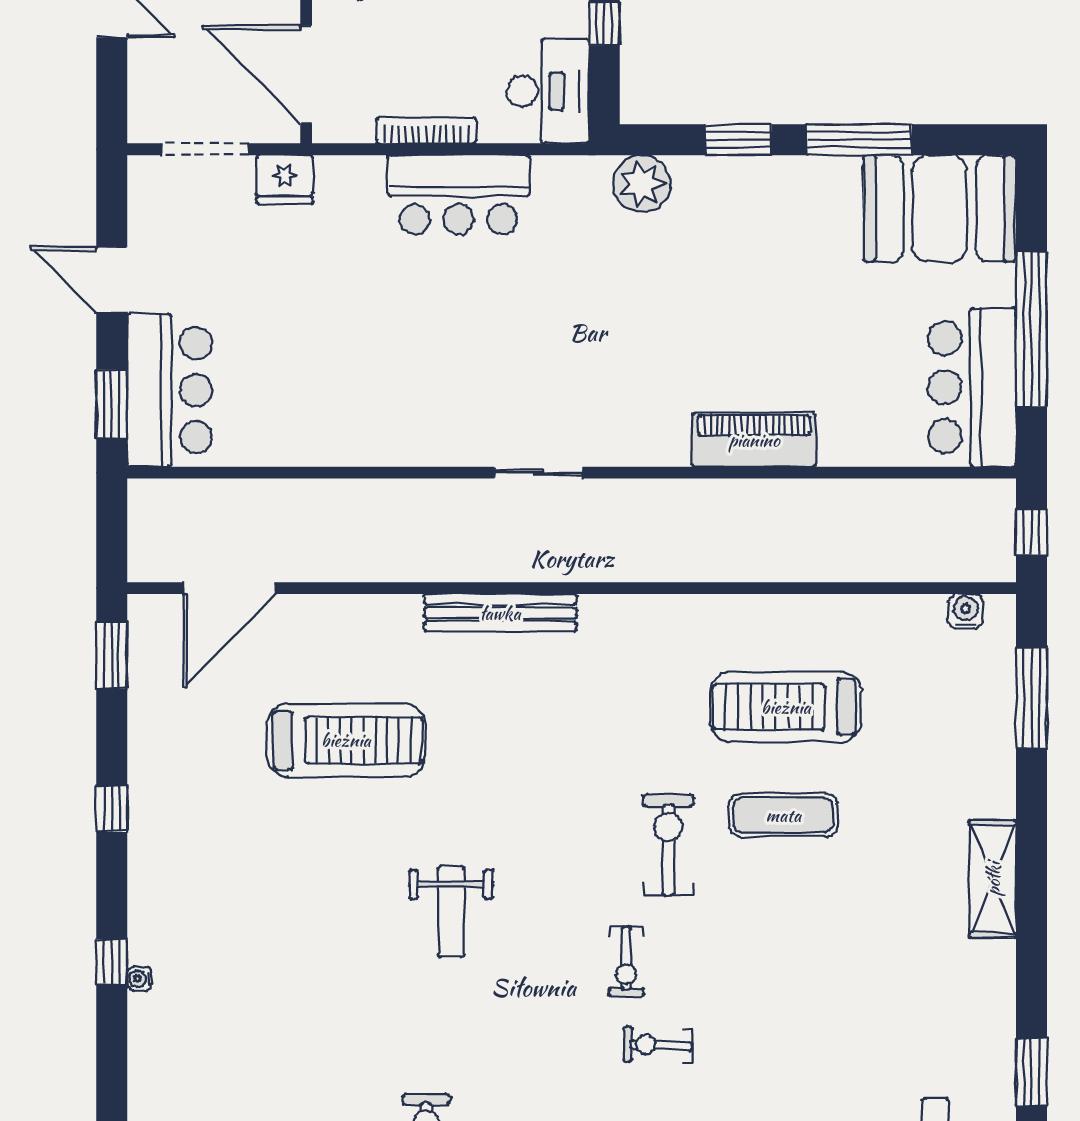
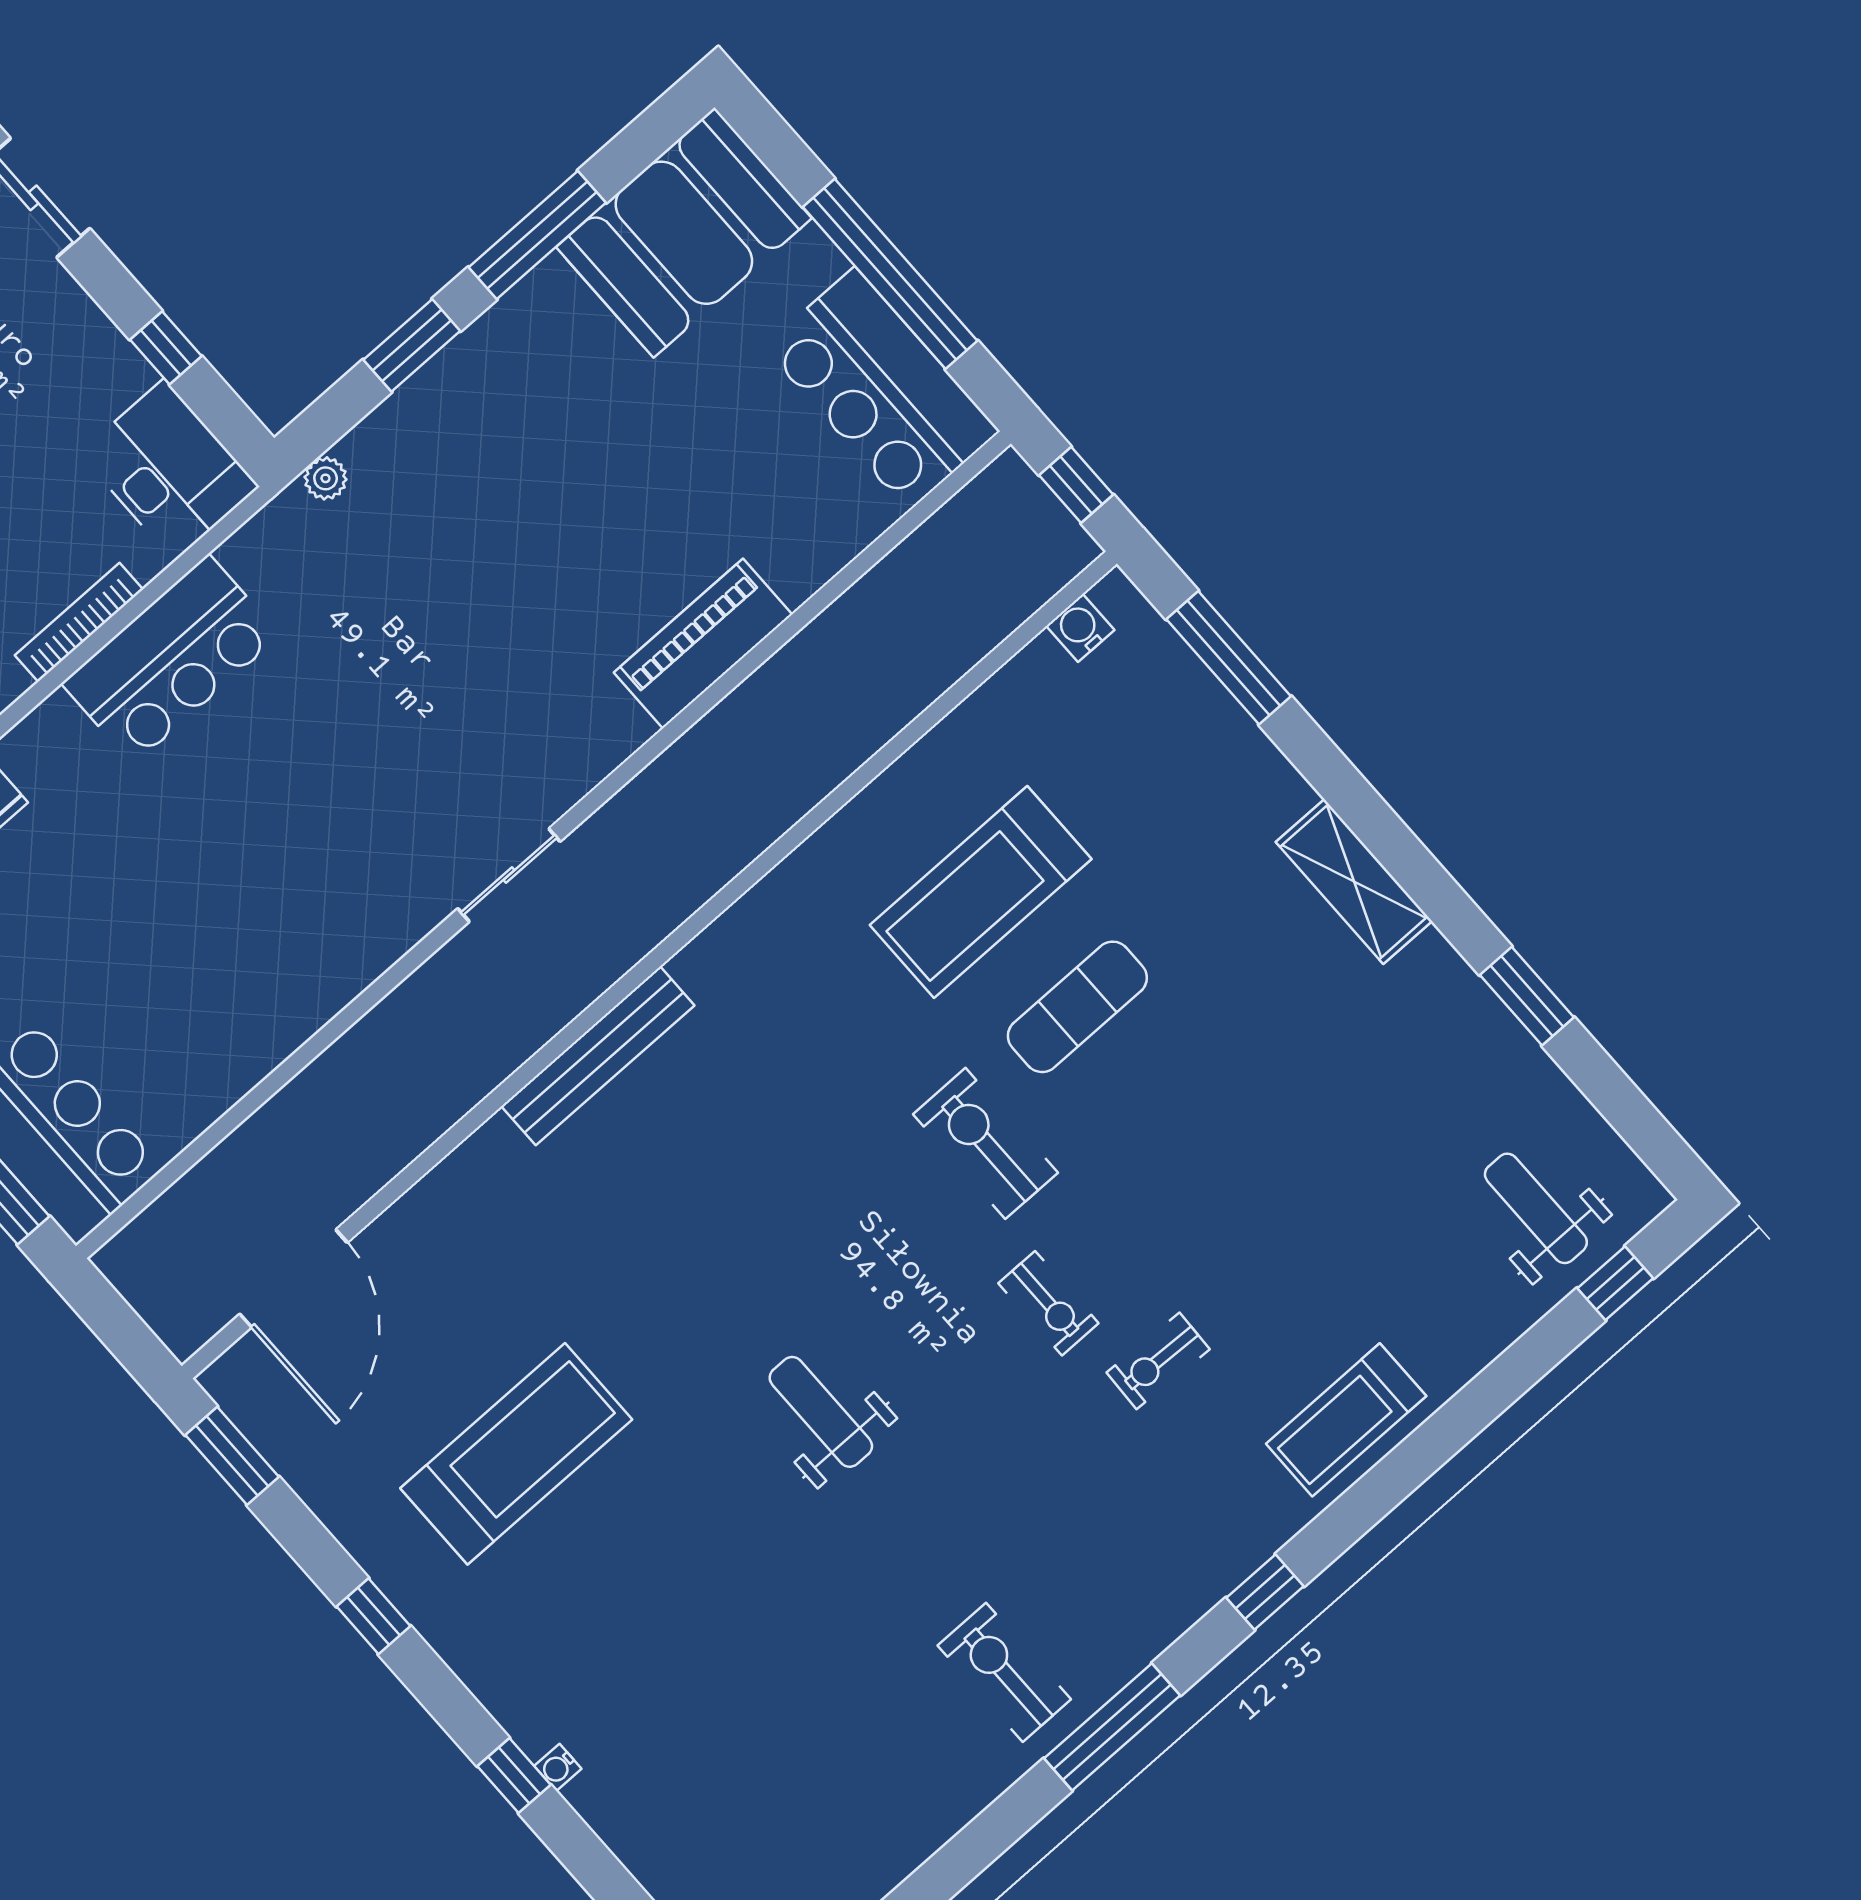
plant: (642, 184) -> (326, 478), width x0.53, depth x0.53
treadmill: (346, 740) -> (516, 1454), moved
weight bench: (451, 912) -> (821, 1412), turned 180
window: (1032, 1072) -> (1527, 996), moved

